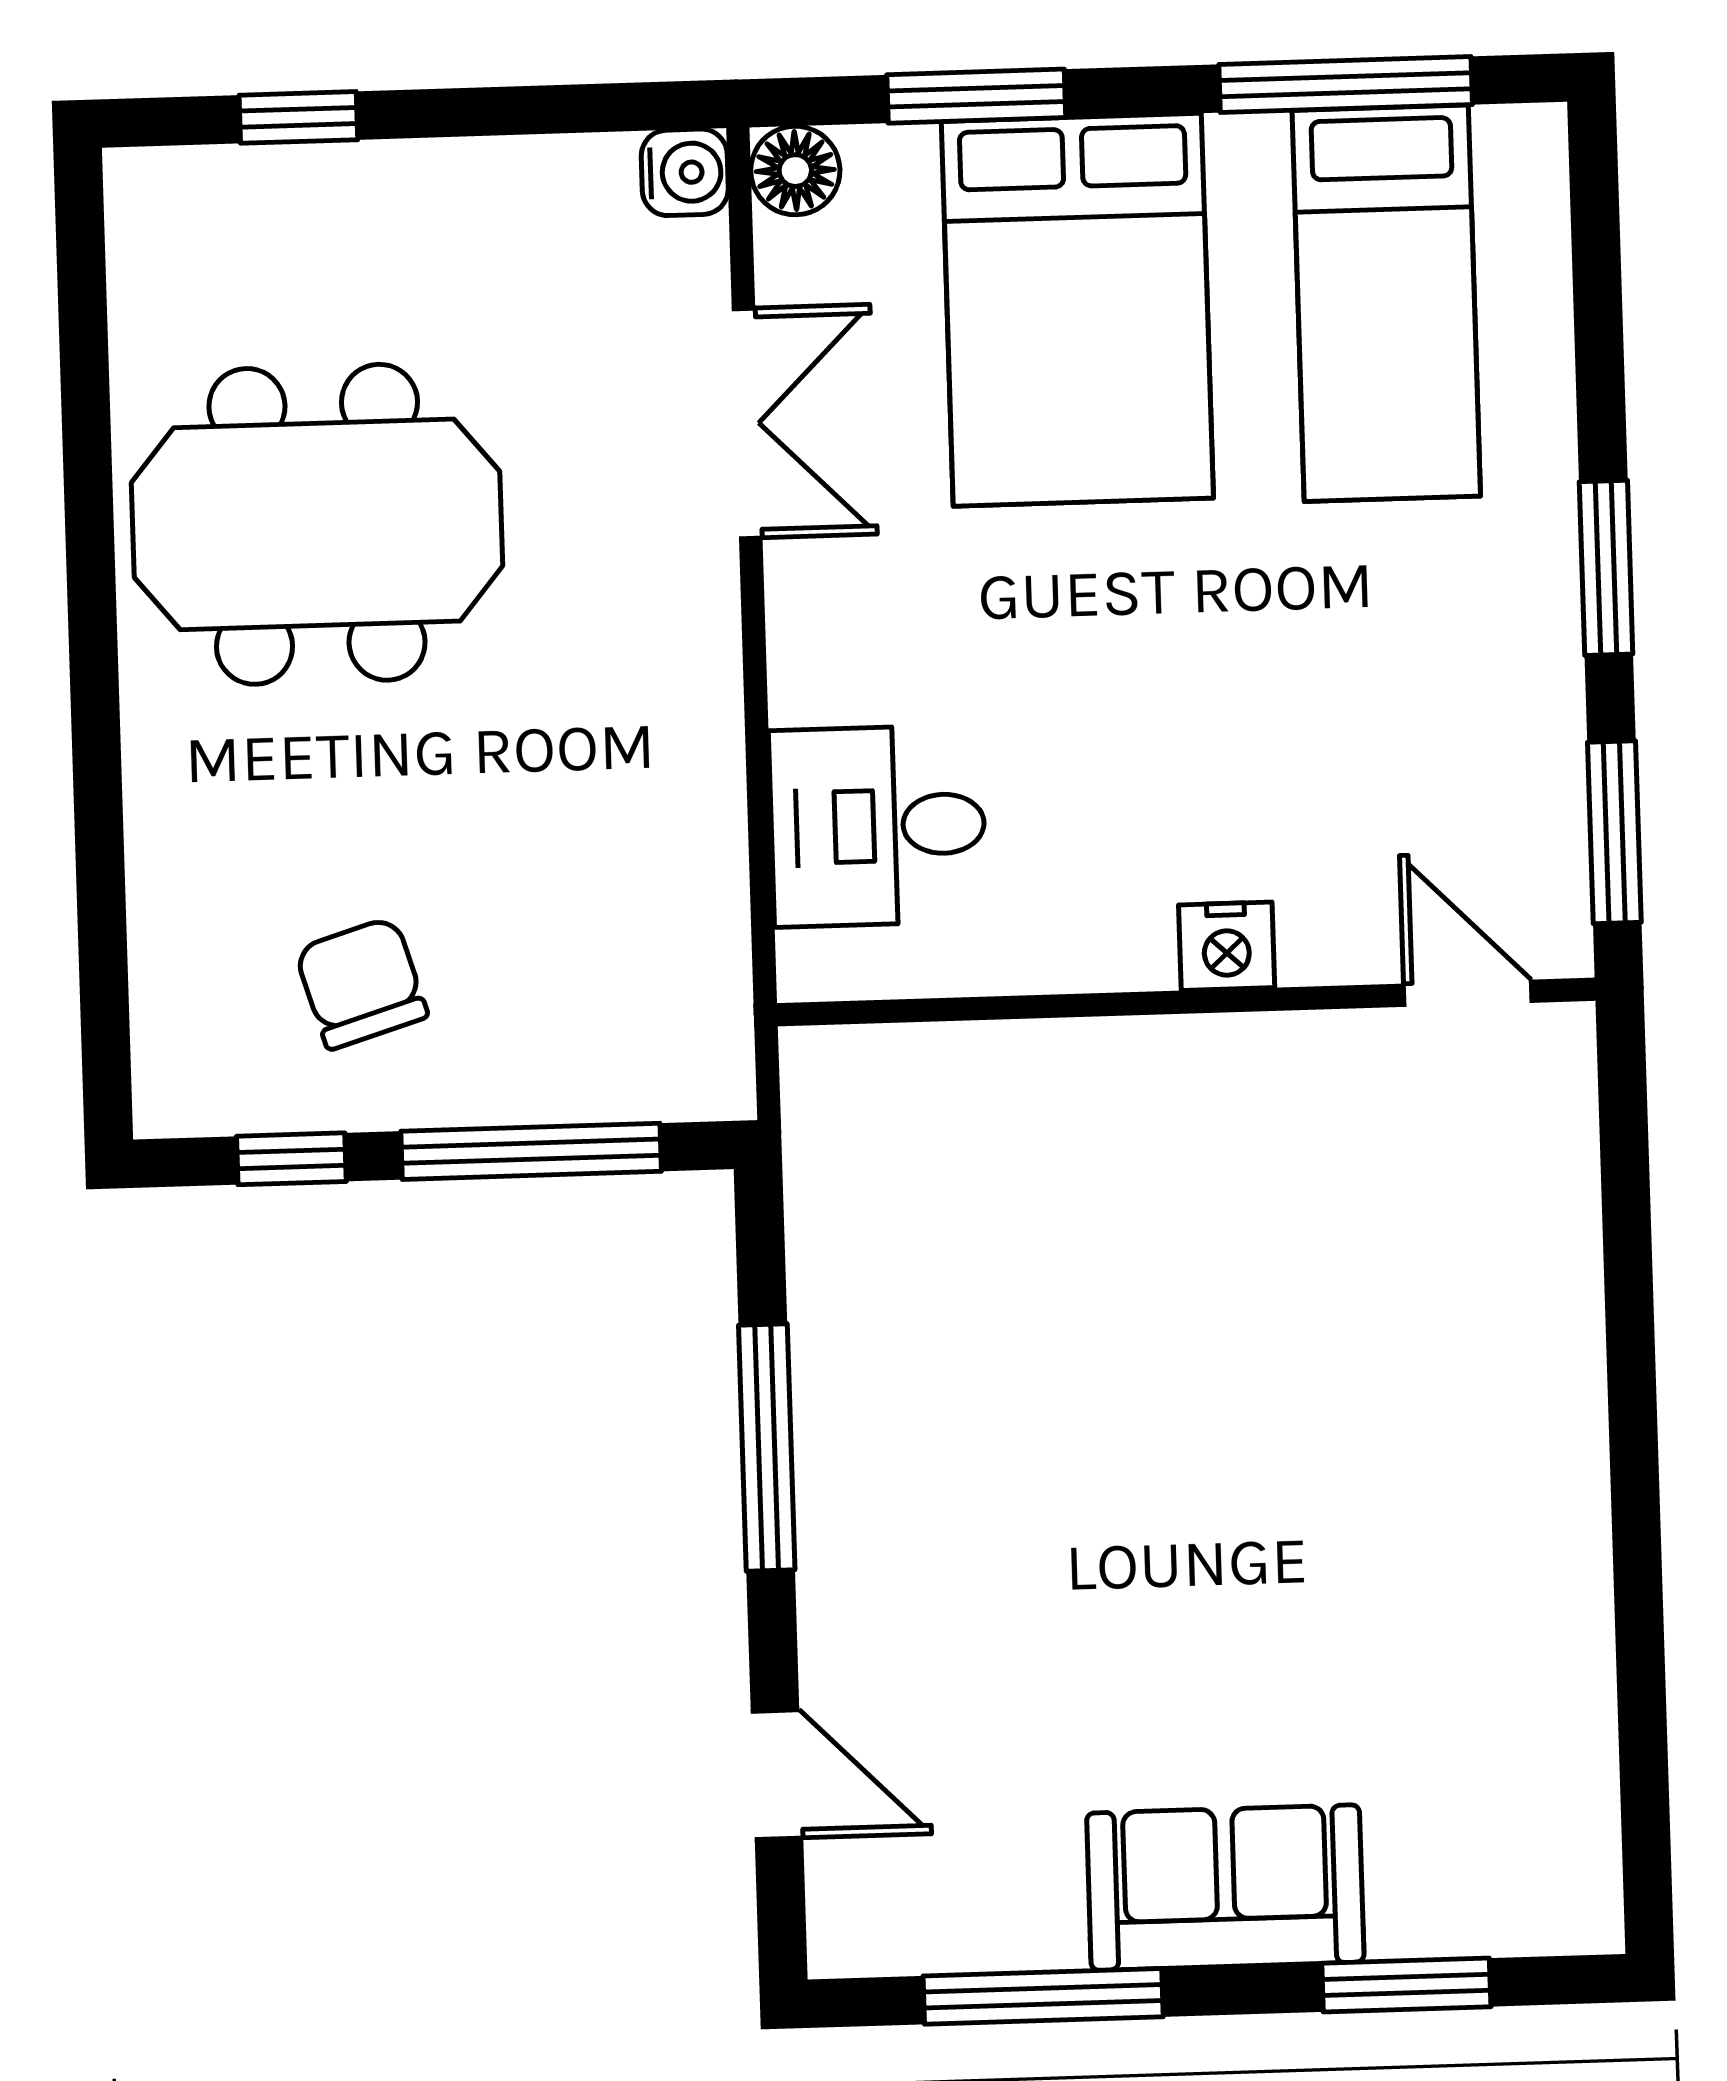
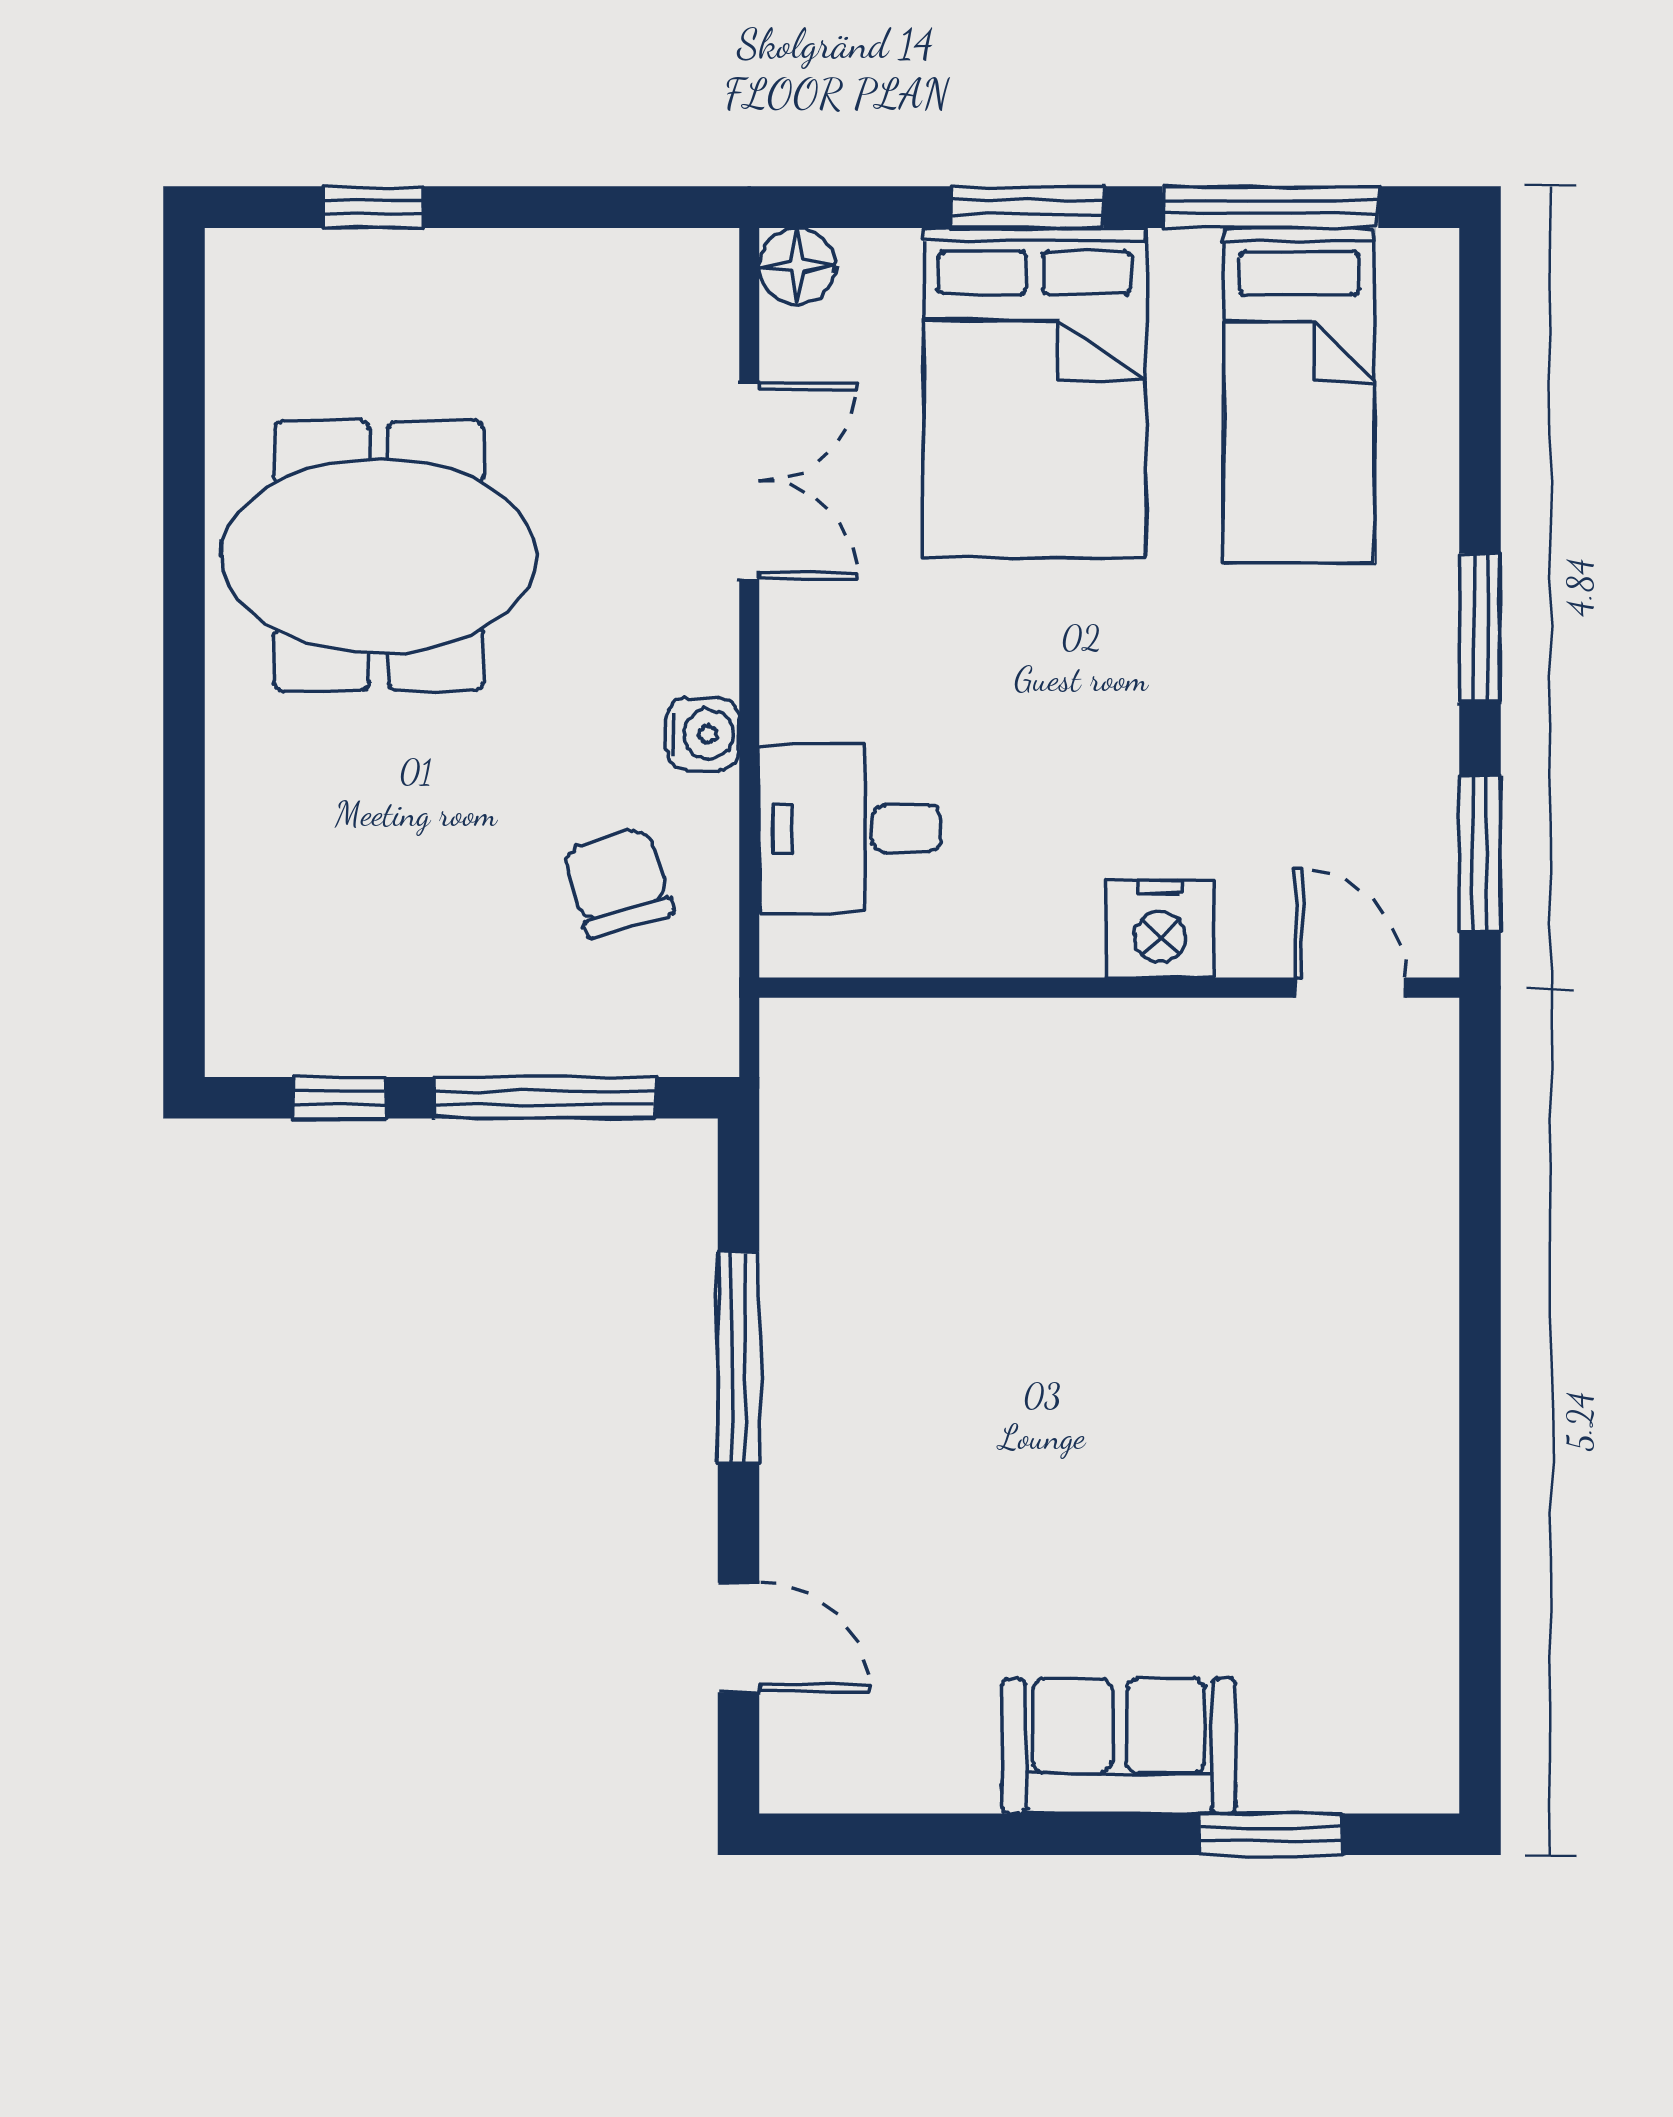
window: (976, 96) -> (1027, 207), moved
water cooler: (685, 172) -> (703, 734), moved
nightstand: (1227, 946) -> (1160, 929), width x1.36, depth x1.33
chair: (361, 983) -> (618, 883), moved
window: (1043, 1996) -> (960, 1834), removed

